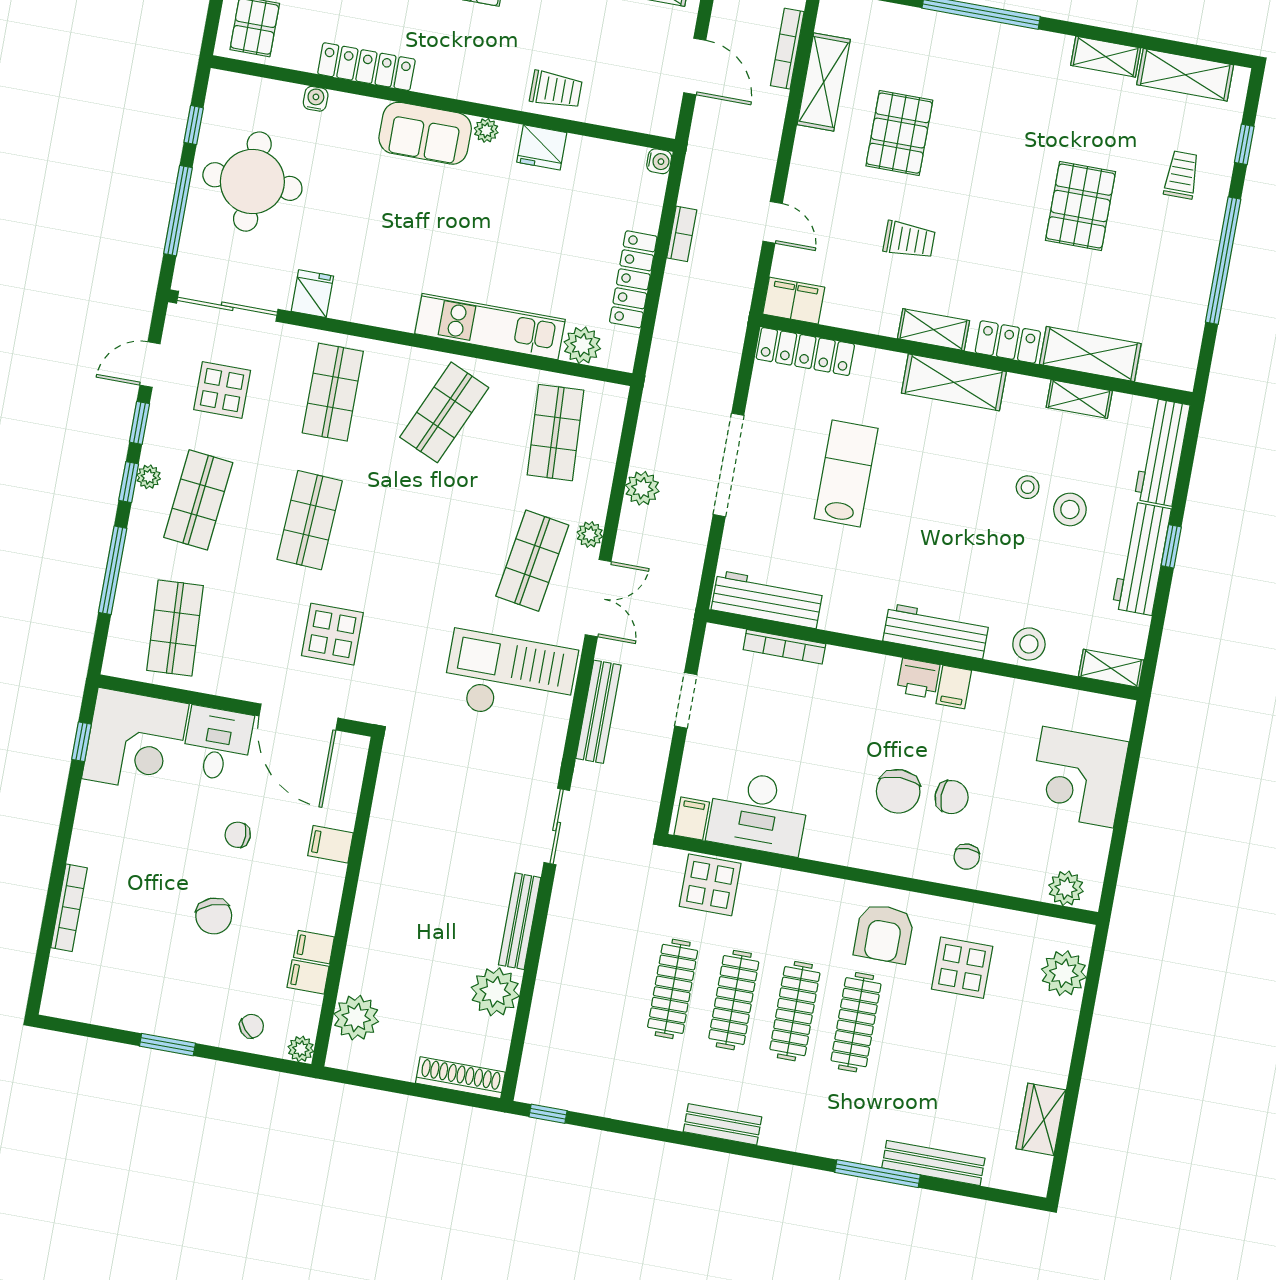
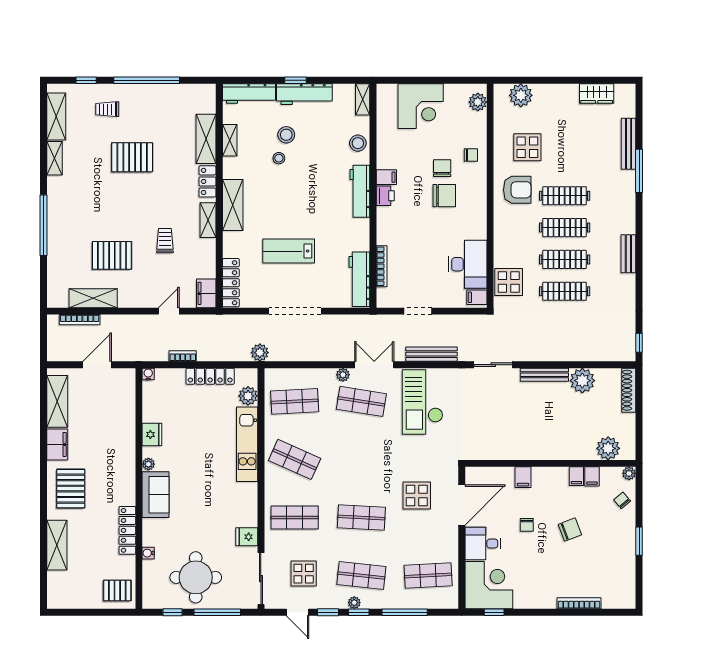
trolley: (556, 90) -> (122, 433), removed
plant: (642, 488) -> (260, 353), moved

